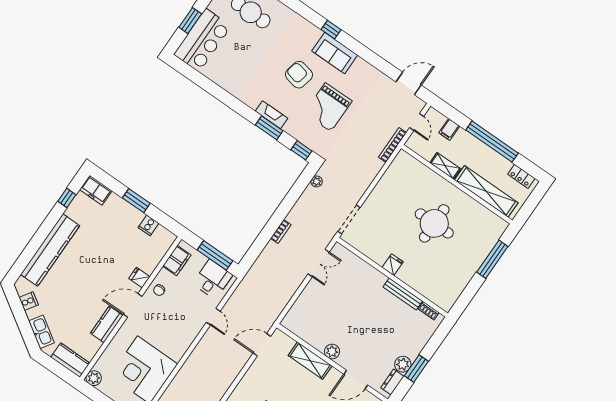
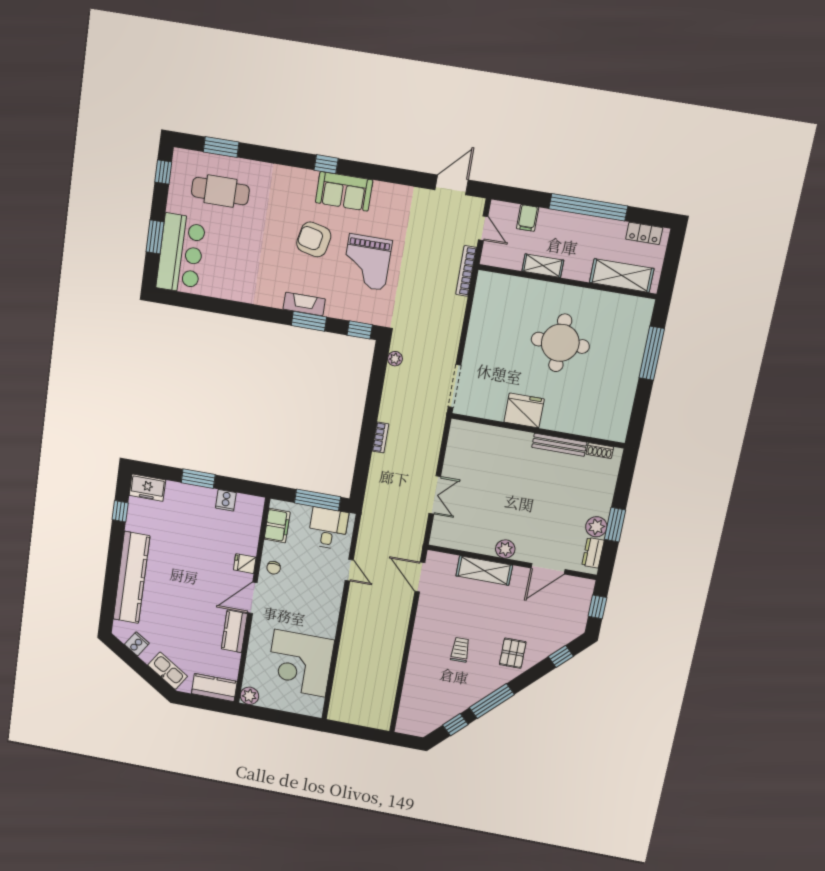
shelving: (486, 191) -> (622, 275), width x0.68
double door: (319, 263) -> (435, 495), moved
fridge: (393, 265) -> (524, 410), width x1.88, depth x1.34
door: (262, 345) -> (420, 577), hinge flipped

